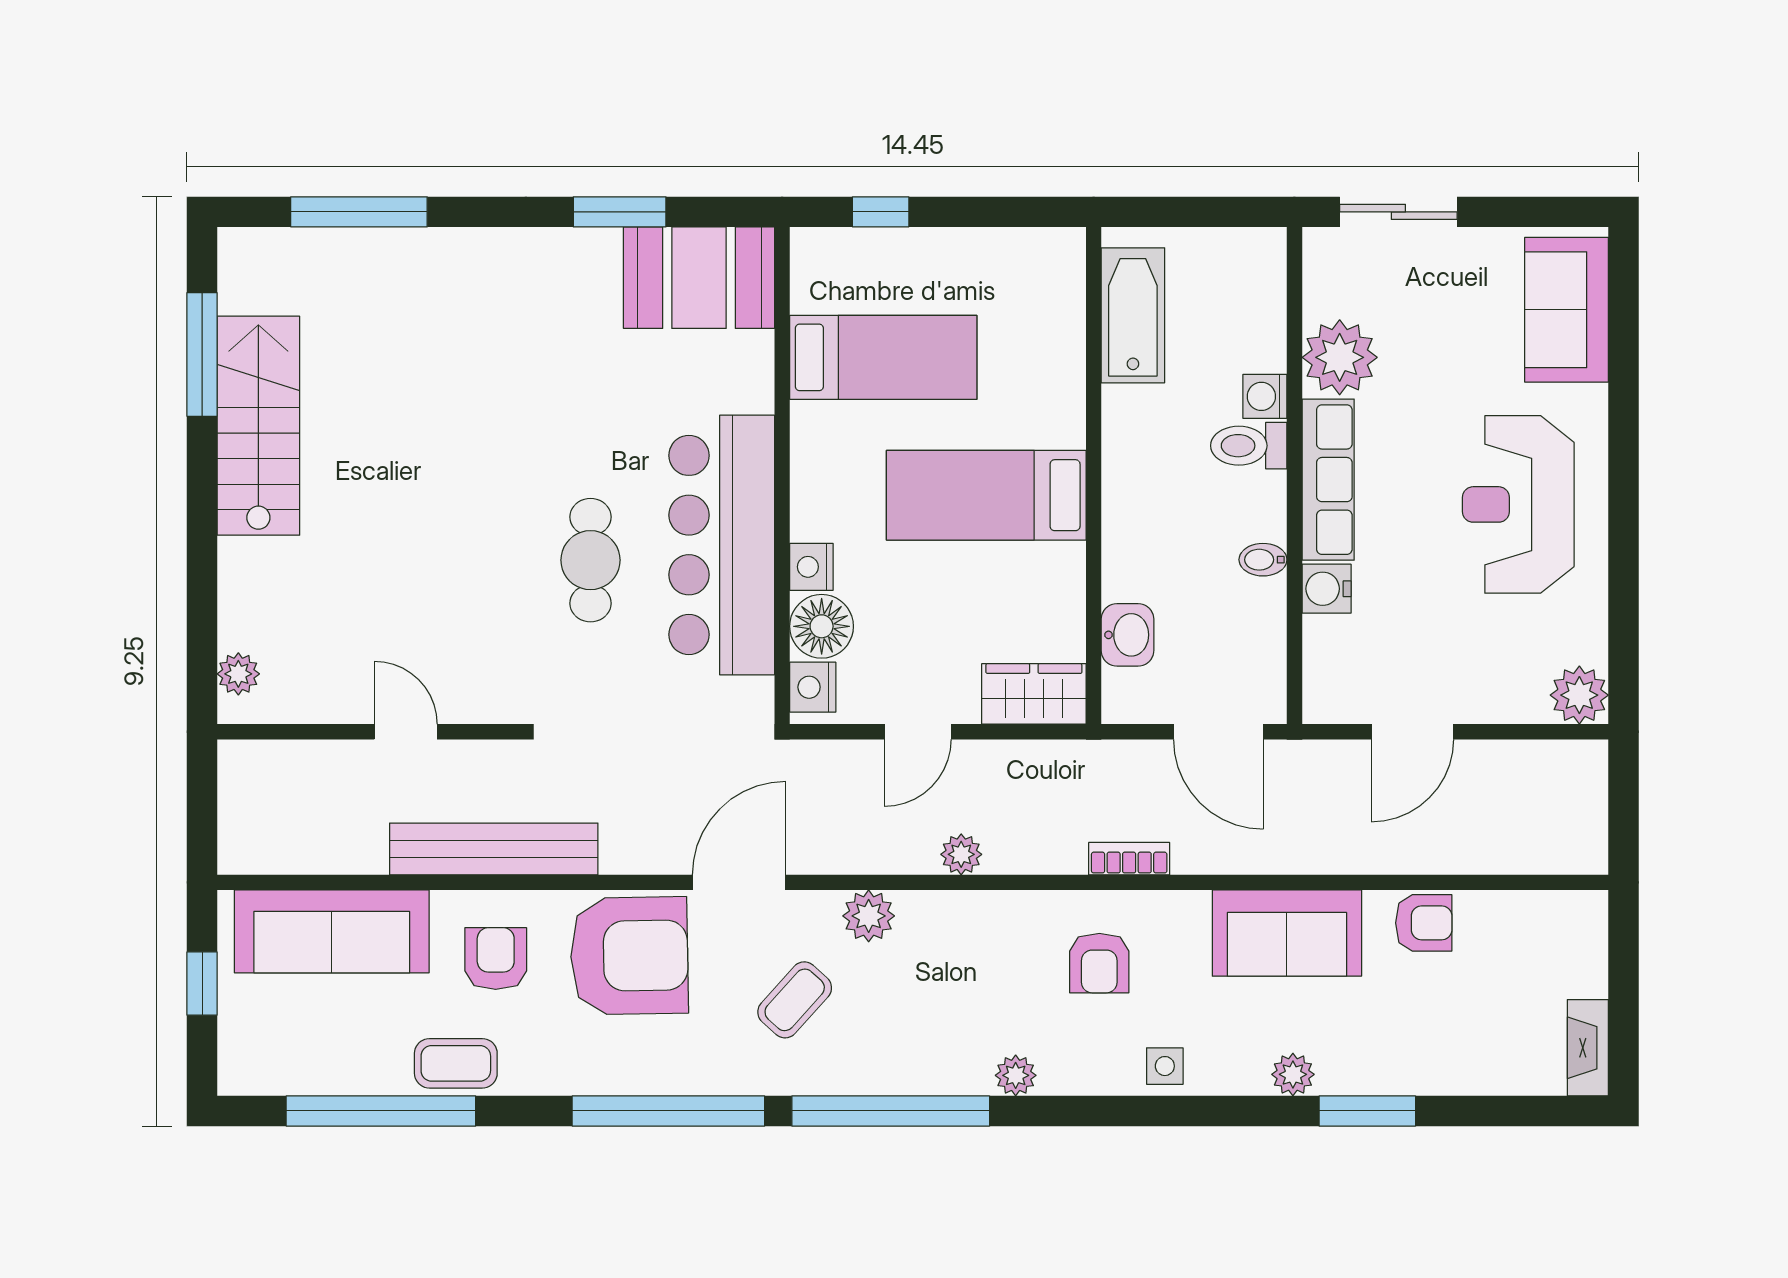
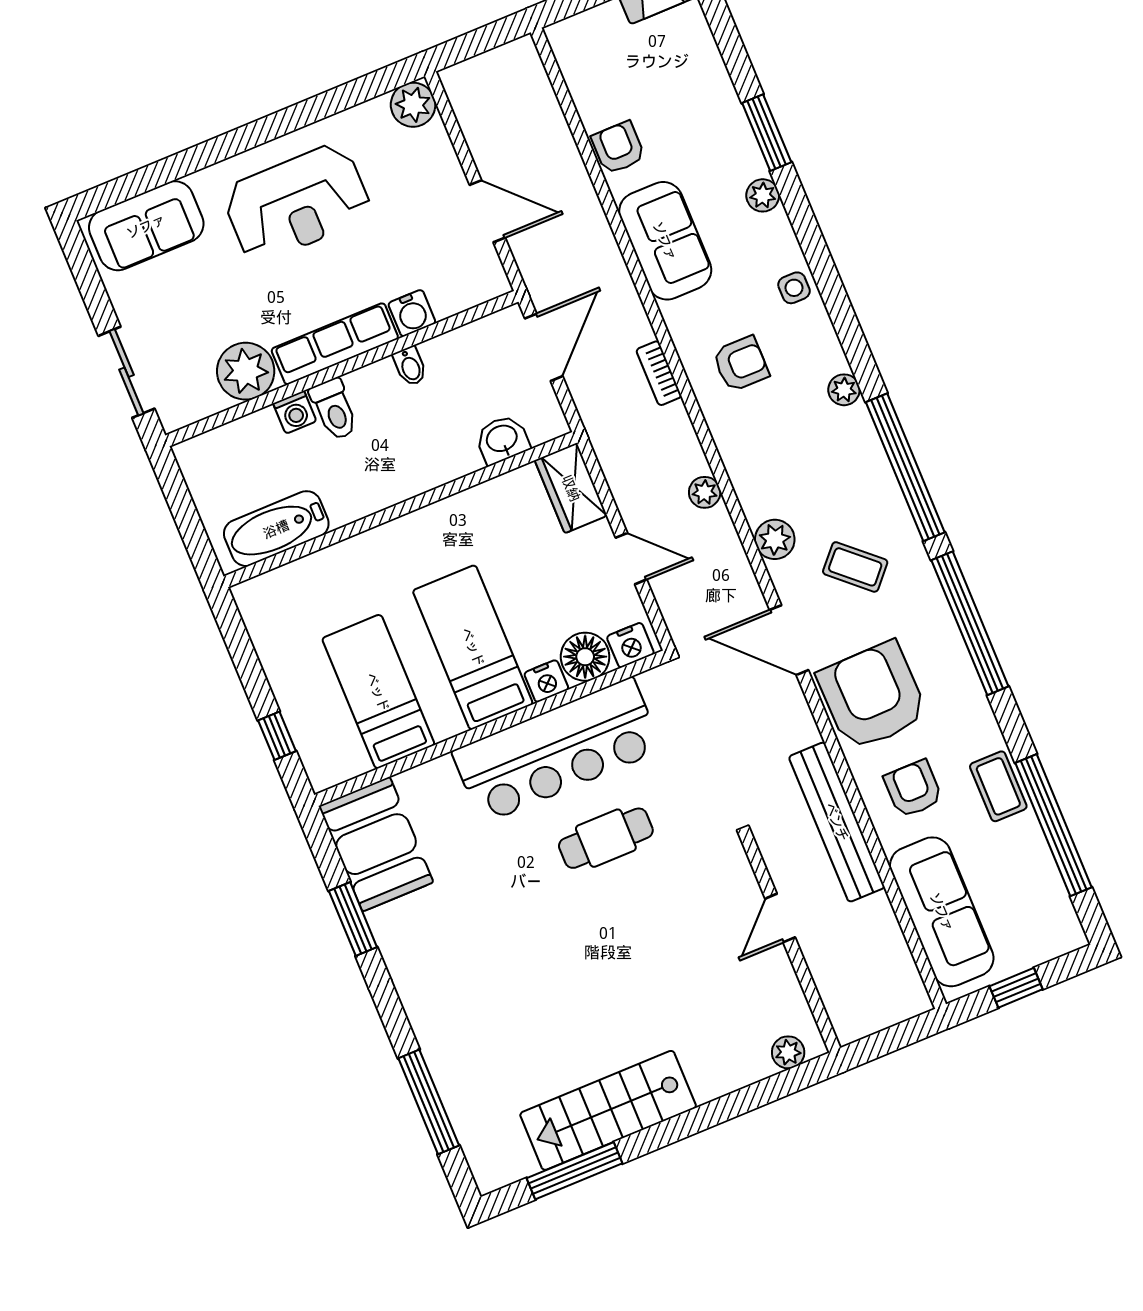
bed: (986, 495) -> (473, 647), moved, turned 180
armchair: (496, 959) -> (913, 789), turned 90

